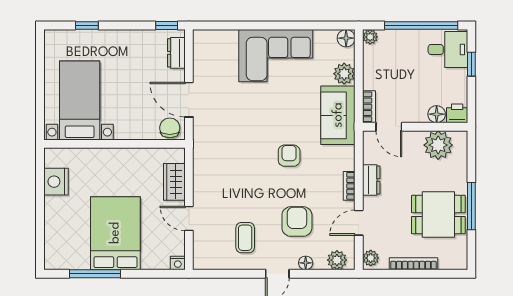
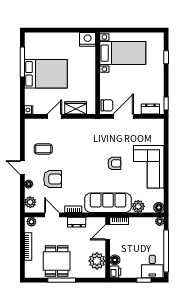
sofa: (338, 115) -> (108, 203), width x1.36
armchair: (289, 156) -> (114, 163), moved
nightstand: (56, 182) -> (88, 39), moved

